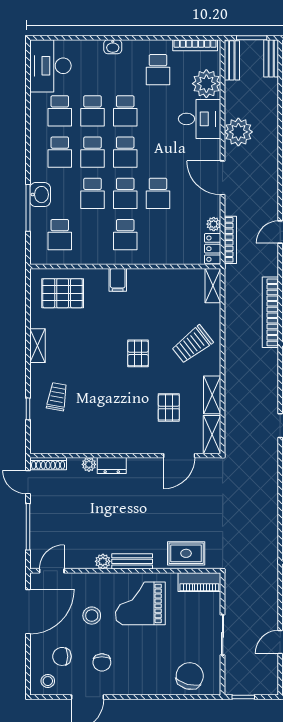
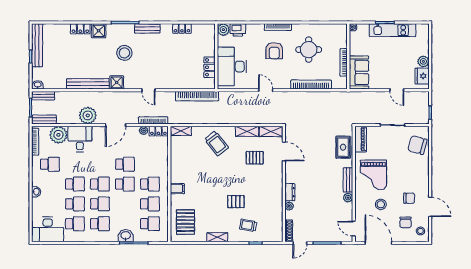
school desk: (92, 193) -> (150, 204), moved
pallet: (138, 353) -> (236, 202), moved

